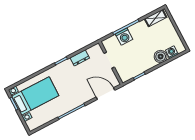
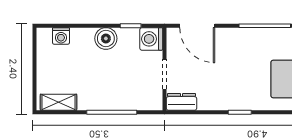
washing machine: (124, 37) -> (151, 39), moved, turned -90
boiler: (161, 57) -> (106, 38), moved
dresser: (80, 58) -> (182, 102), moved

